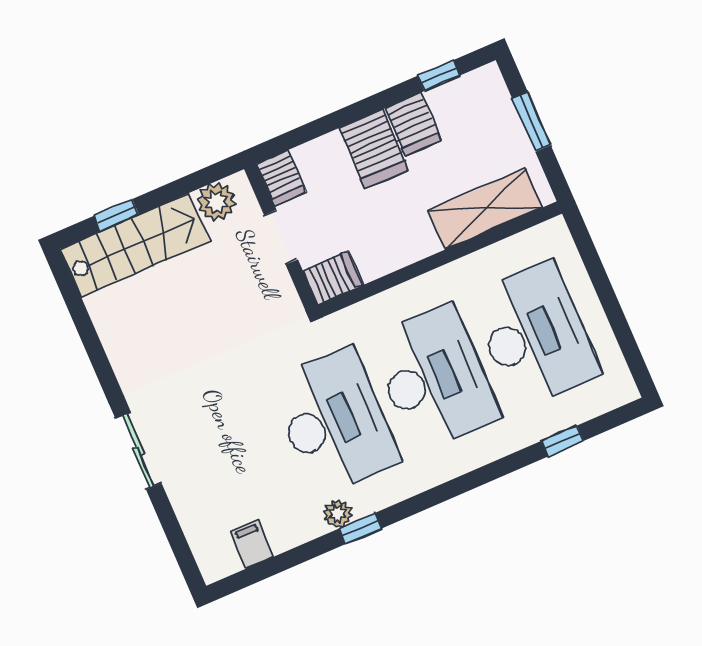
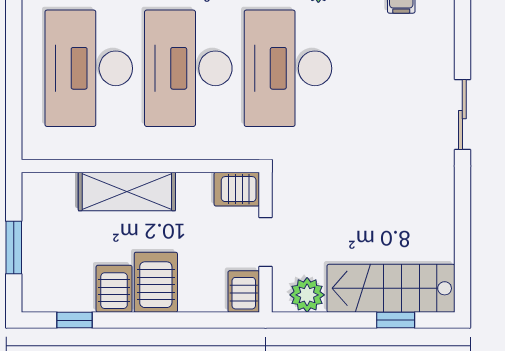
shelving: (485, 209) -> (127, 191), moved

